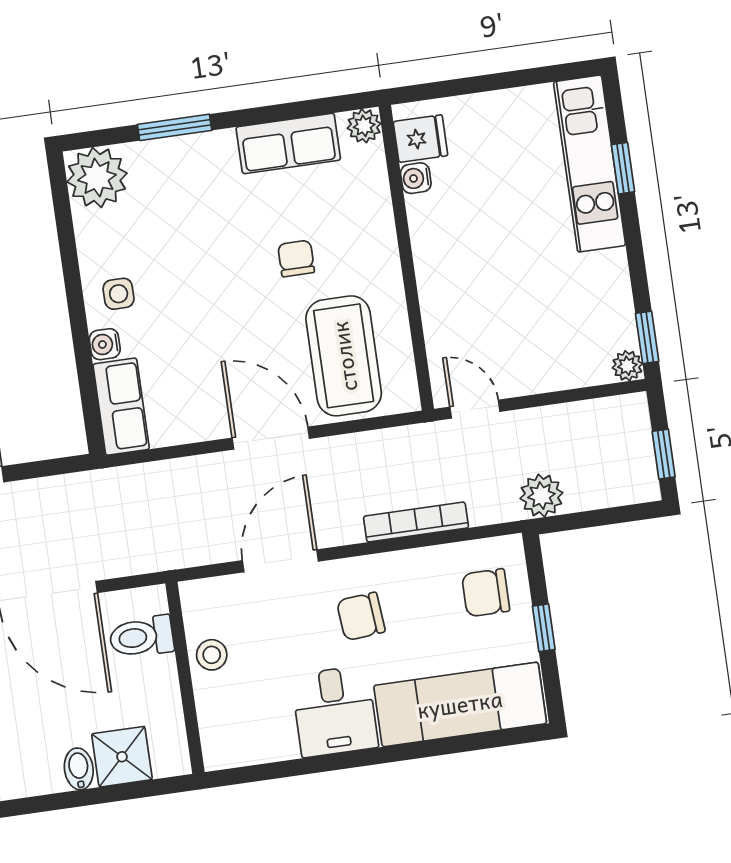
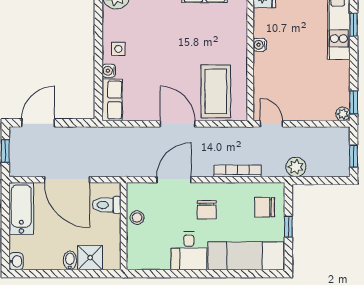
water cooler: (416, 178) -> (260, 45), moved
chair: (296, 258) -> (201, 44), removed
chair: (361, 616) -> (207, 210), turned -85

